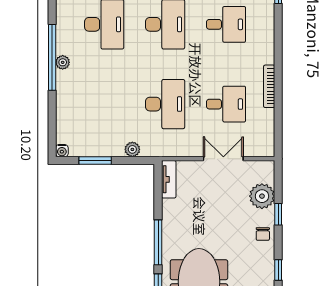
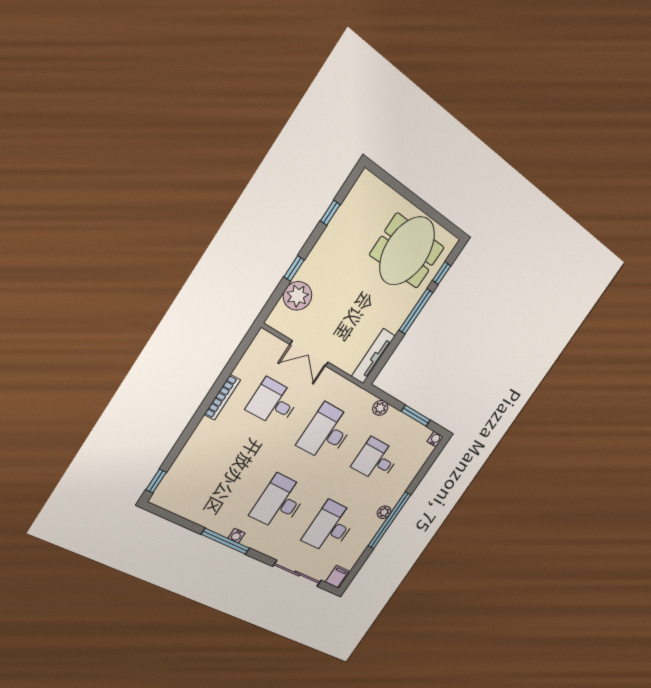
desk: (226, 24) -> (376, 460), moved
tv unit: (169, 179) -> (373, 356), width x1.41
chair: (263, 234) -> (321, 258), removed

